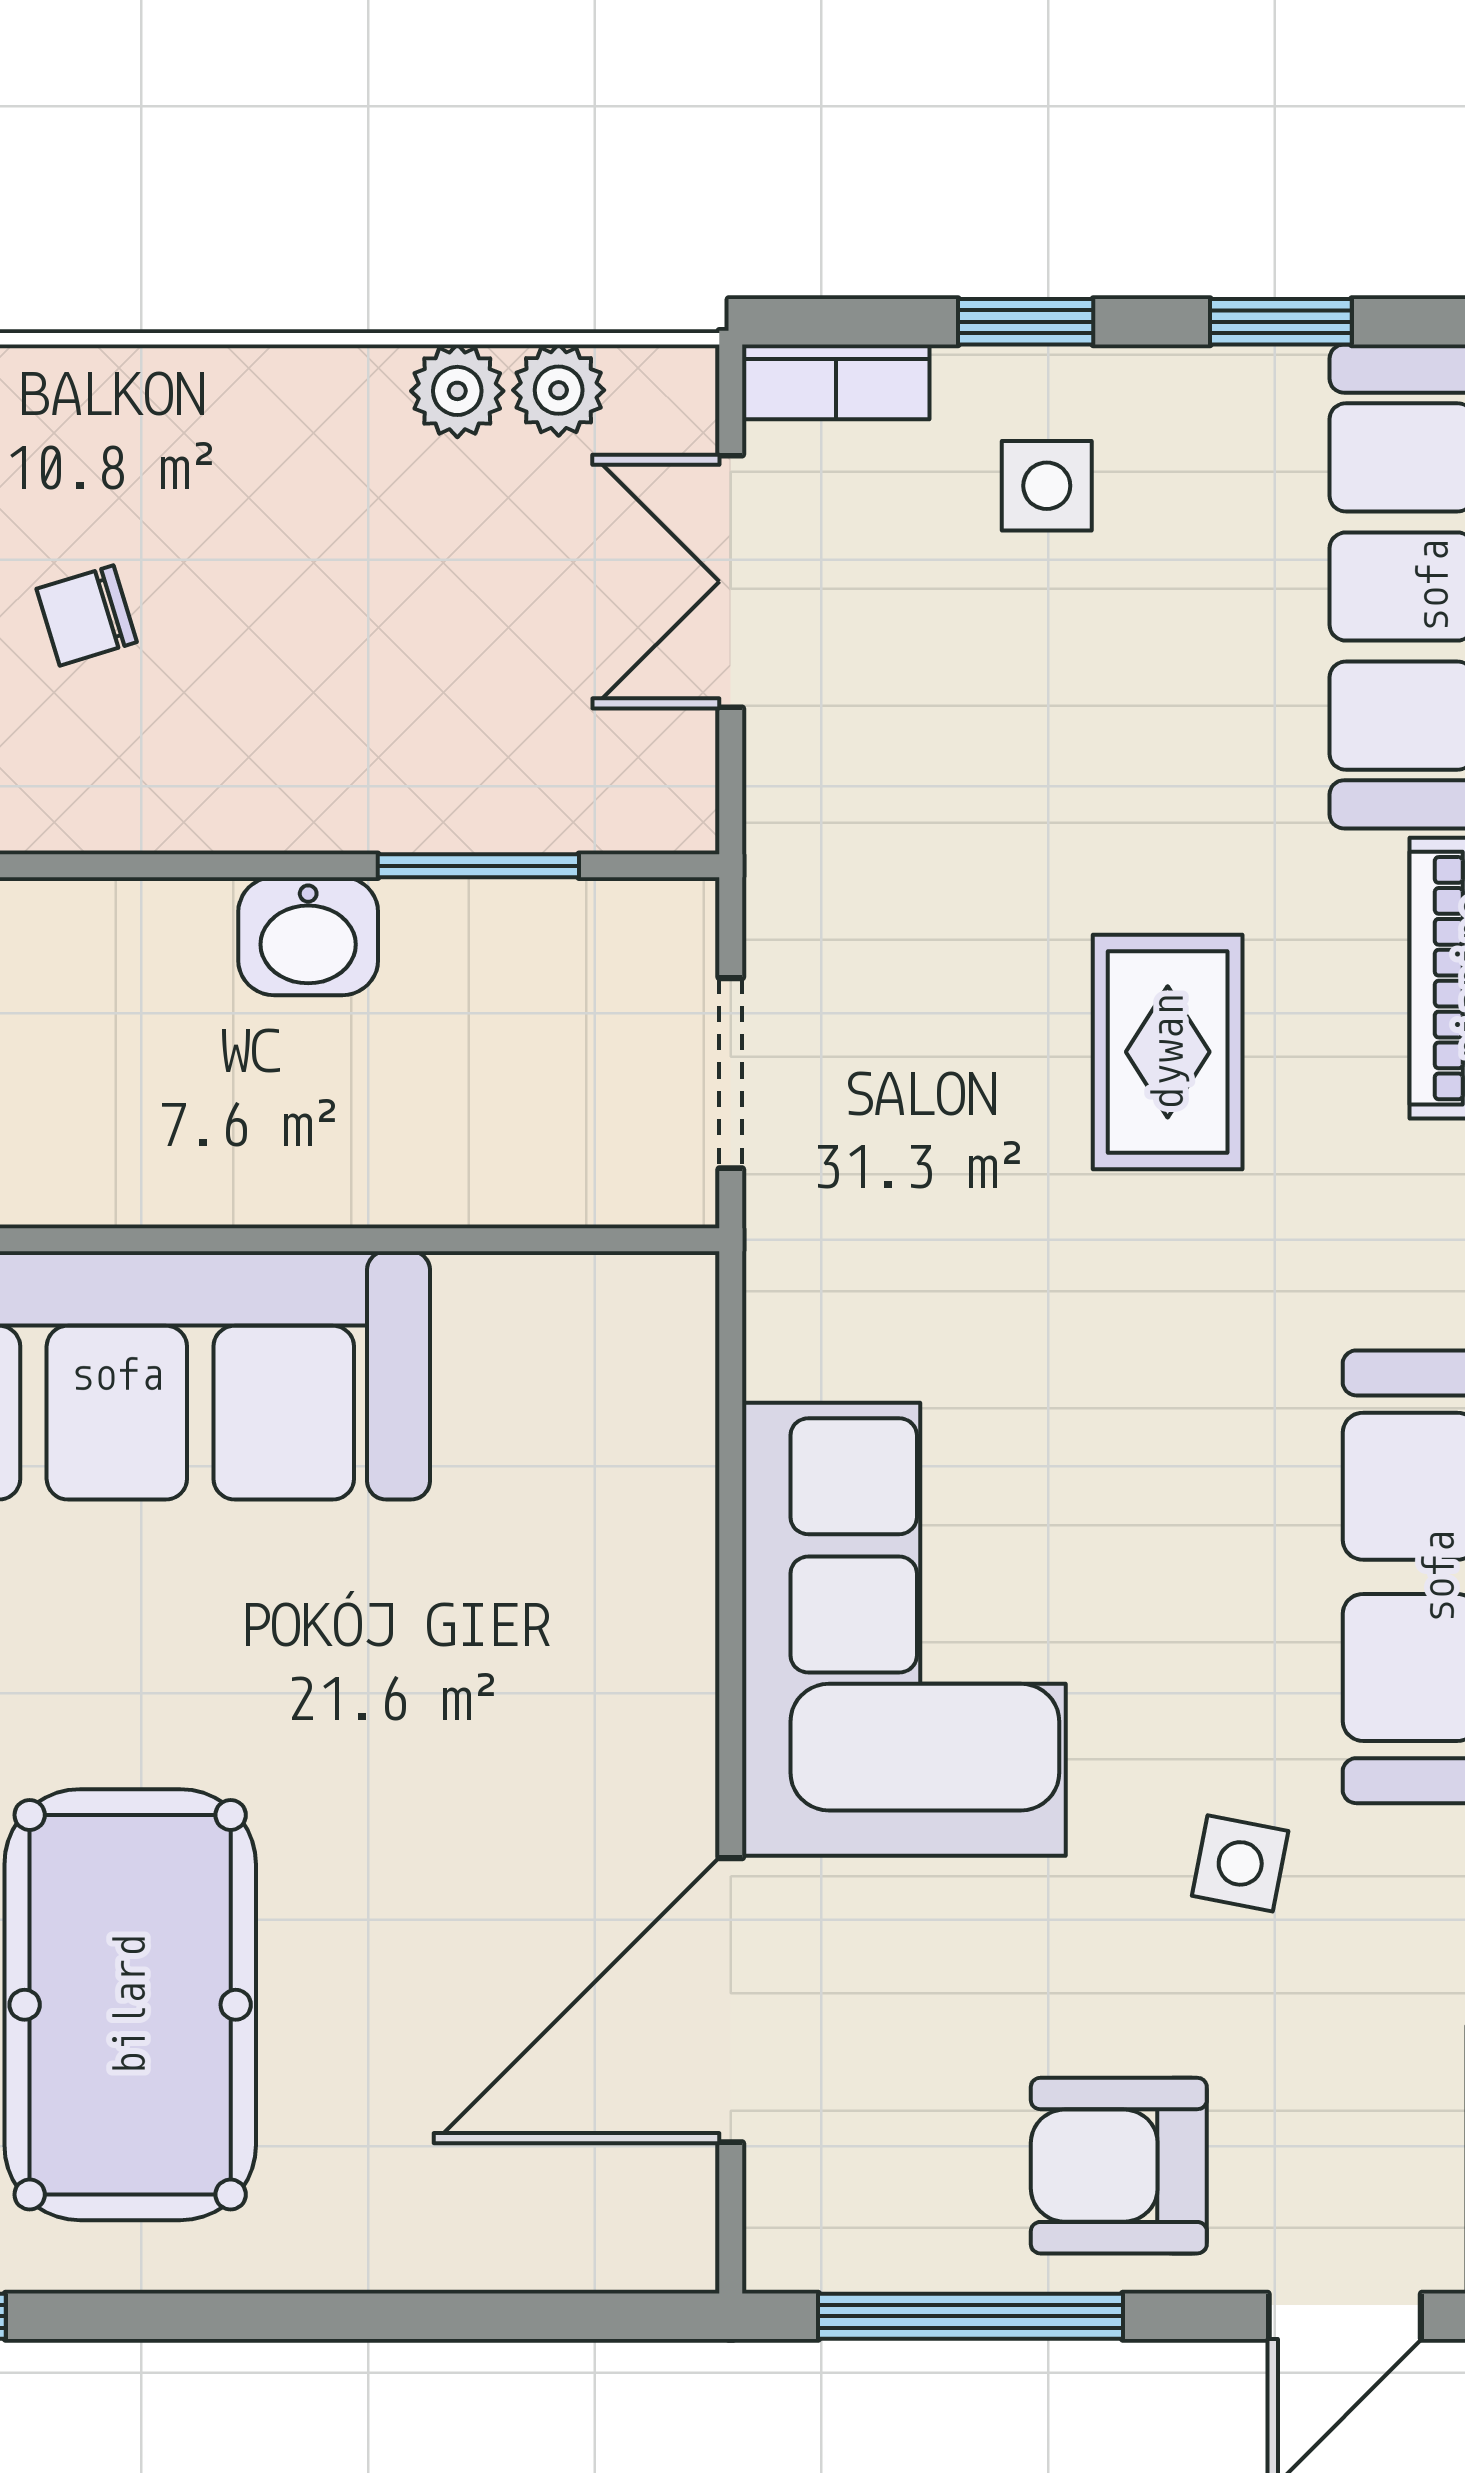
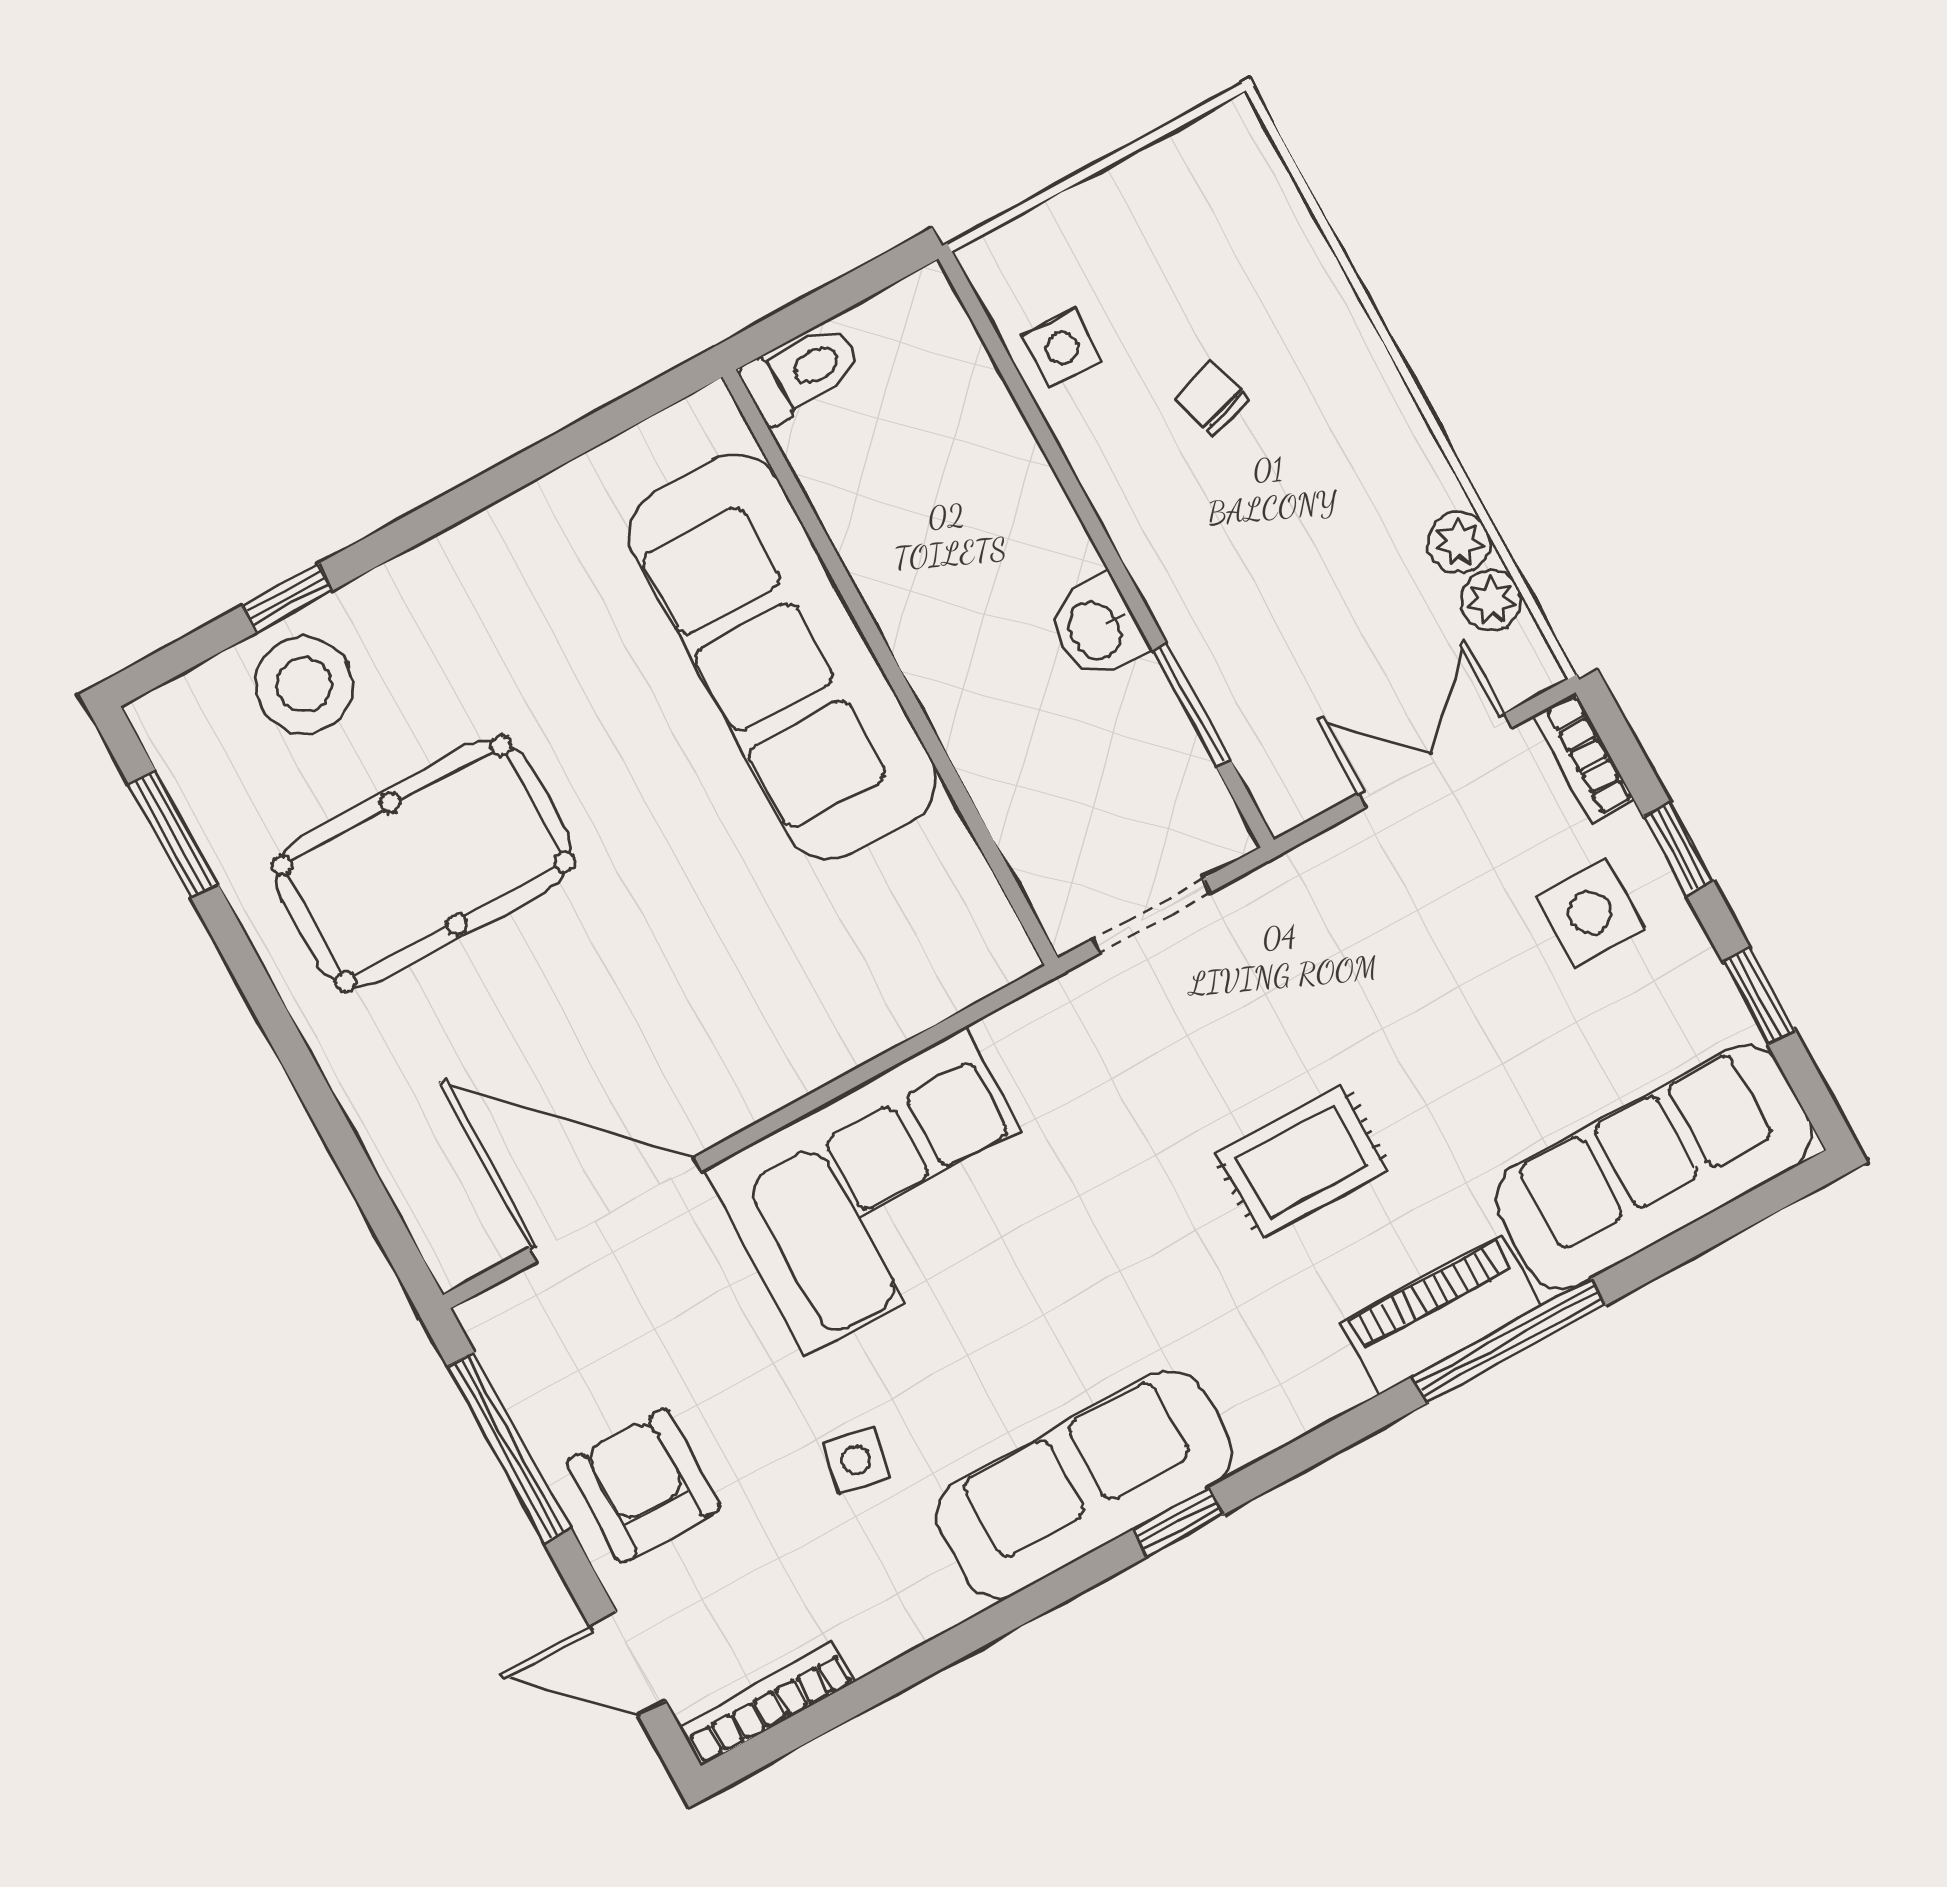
side table: (1047, 486) -> (1590, 913), width x1.37, depth x1.37

